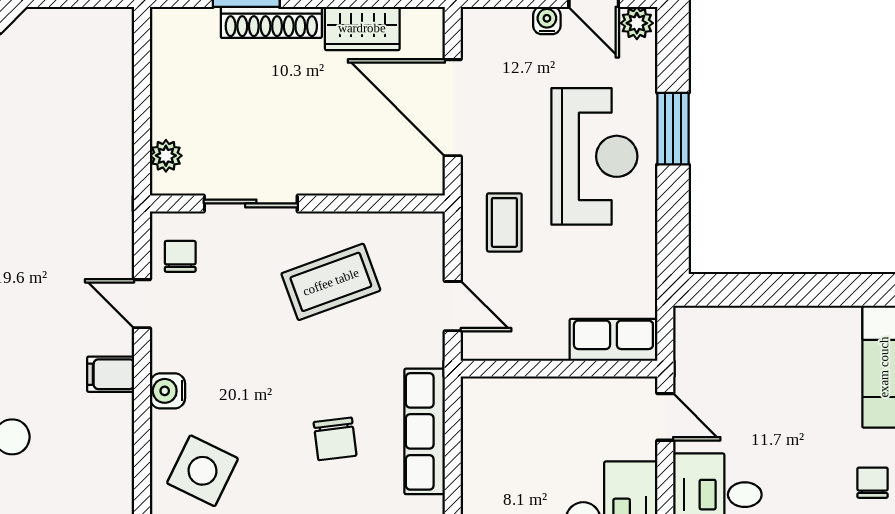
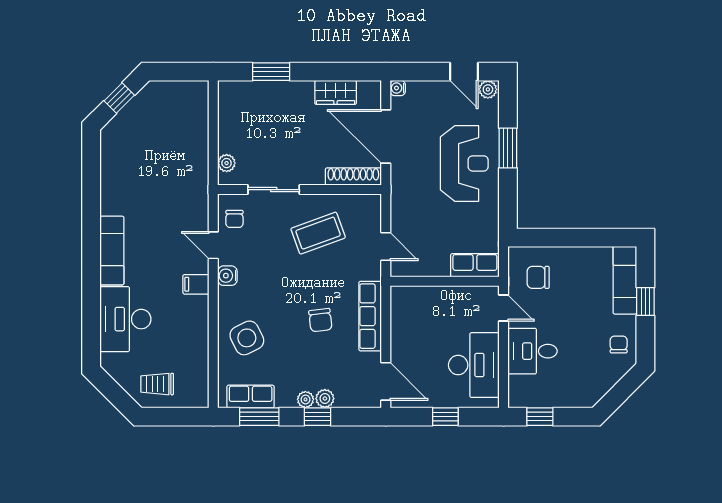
water cooler: (547, 20) -> (398, 88), moved, turned -90
shoe rack: (271, 22) -> (353, 177), moved, turned 180
coffee table: (504, 222) -> (414, 200), removed
chair: (180, 256) -> (234, 219), turned 180
chair: (727, 362) -> (538, 277), added
water cooler: (167, 391) -> (227, 276), moved
side table: (202, 471) -> (247, 338), turned 38

